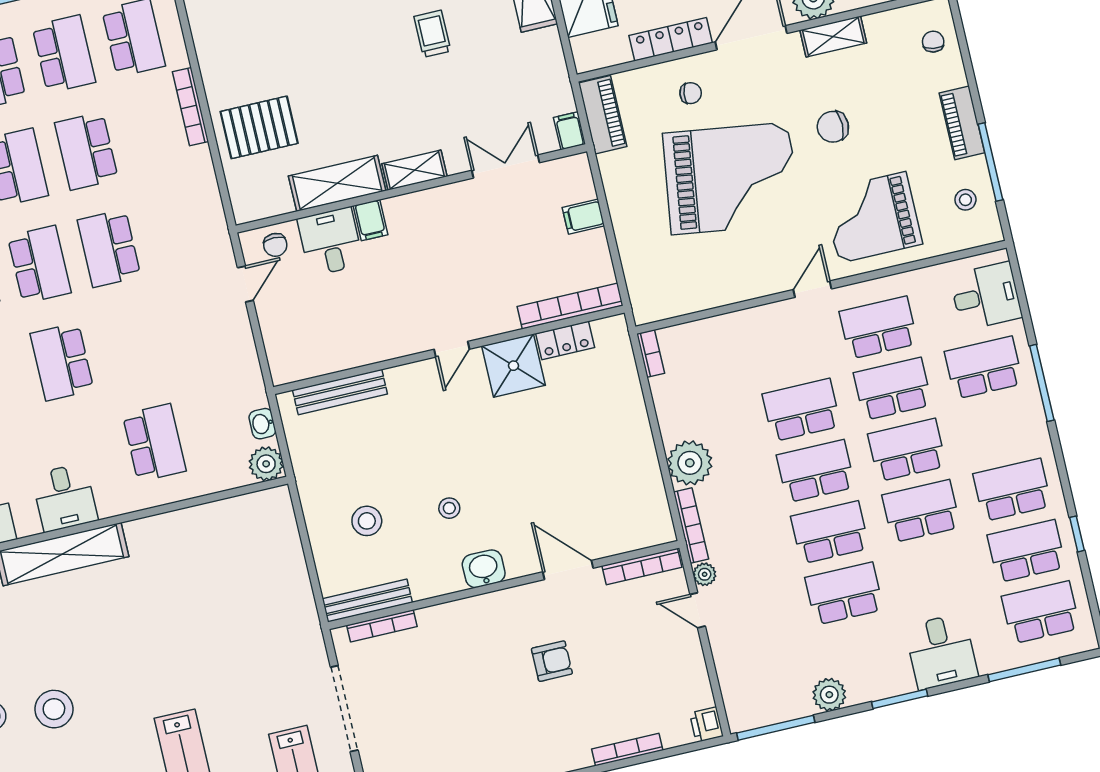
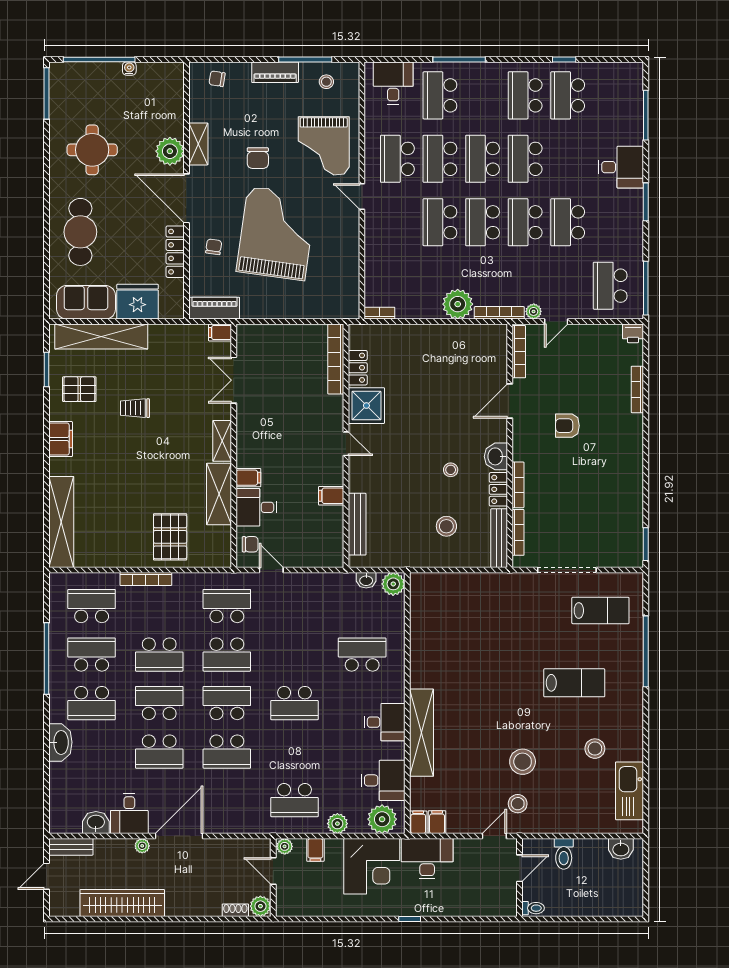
filing cabinet: (583, 217) -> (331, 496), moved, turned 90
school desk: (179, 232) -> (227, 606), added
locker: (437, 583) -> (498, 489), added
bookcase: (450, 610) -> (518, 485), added
school desk: (1041, 612) -> (610, 286), moved
armchair: (552, 661) -> (567, 426), turned -90
plant: (829, 695) -> (632, 248), removed

